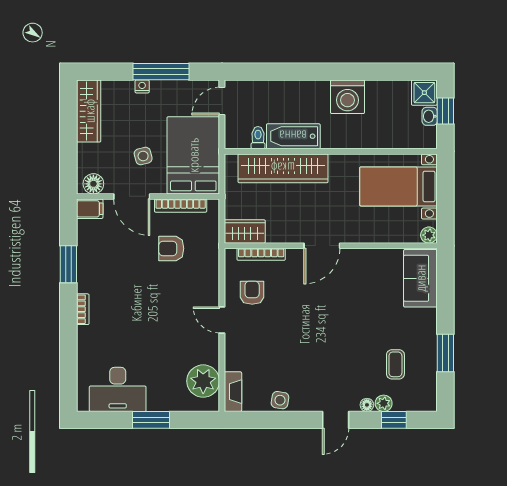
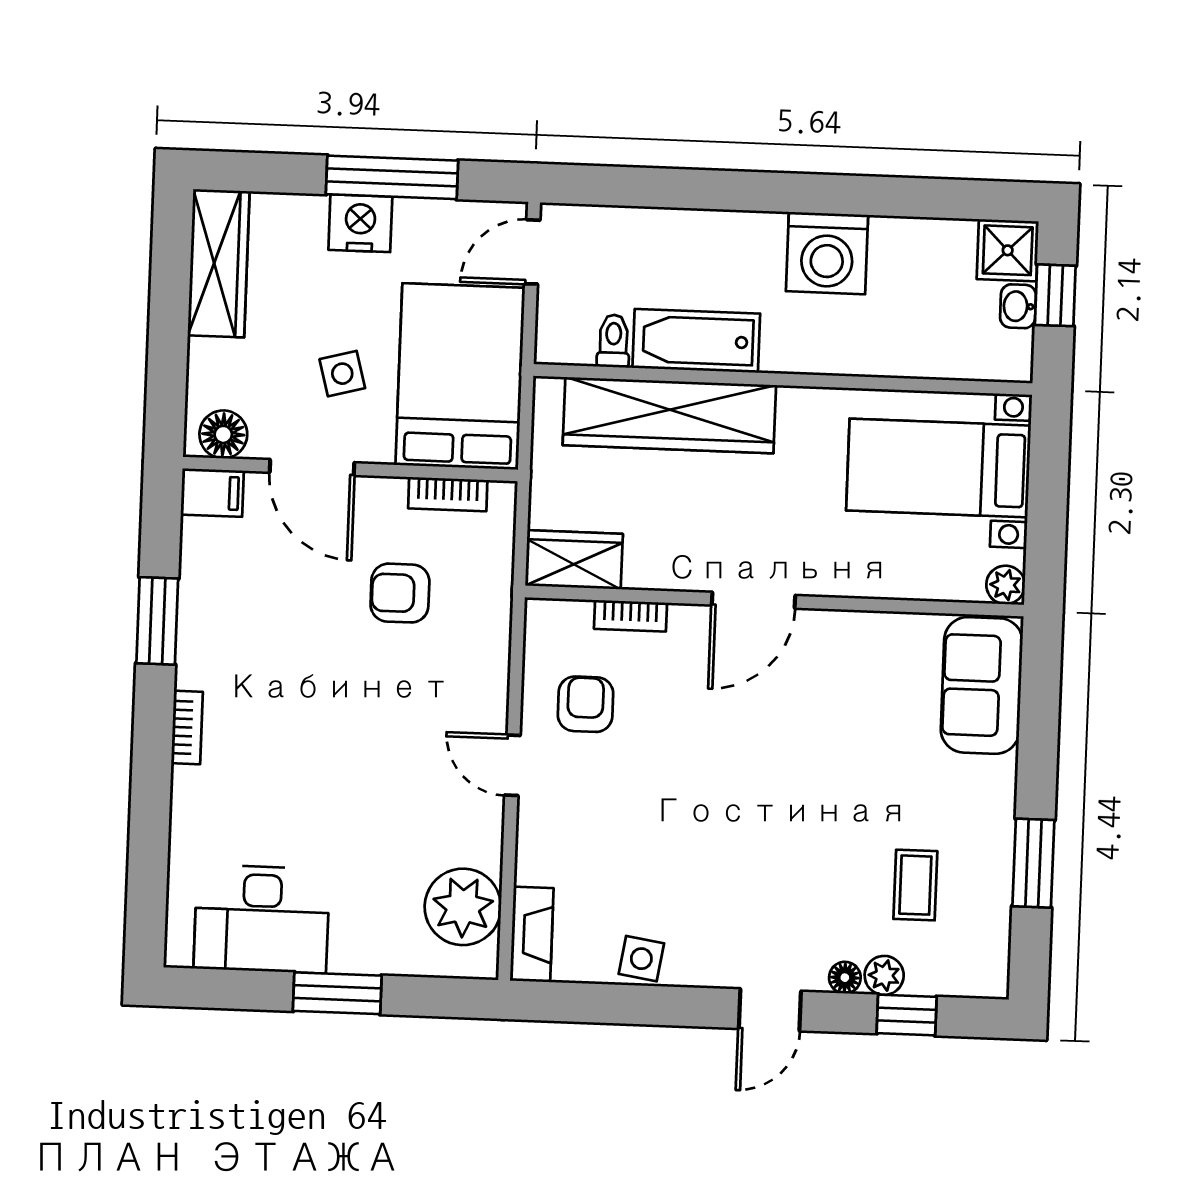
nightstand: (142, 86) -> (360, 223), width x1.89, depth x1.79
bookcase: (181, 206) -> (448, 494), width x0.64
bookcase: (261, 254) -> (630, 616), width x0.64

